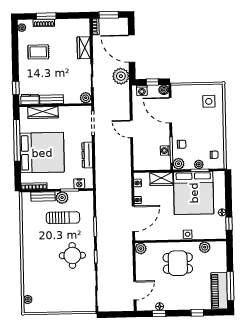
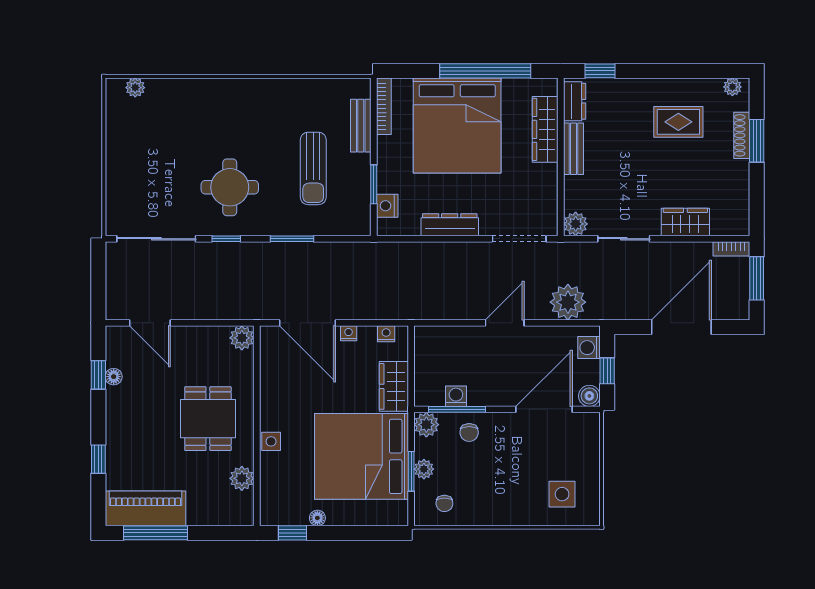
rug: (38, 52) -> (678, 122), turned 90
plant: (121, 76) -> (568, 302), moved
plant: (62, 198) -> (357, 167), removed

